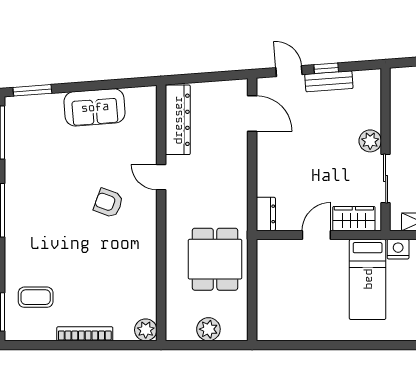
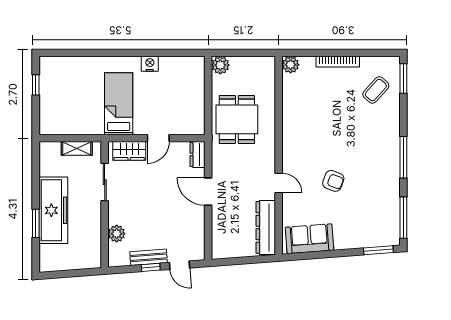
sofa: (95, 107) -> (309, 239), moved
door: (252, 113) -> (208, 192), moved
plant: (370, 141) -> (117, 234), moved
armchair: (108, 203) -> (333, 181), moved
nightstand: (398, 249) -> (150, 64), moved, turned 180
coffee table: (36, 297) -> (376, 90), turned -48
plant: (208, 329) -> (220, 65), moved

